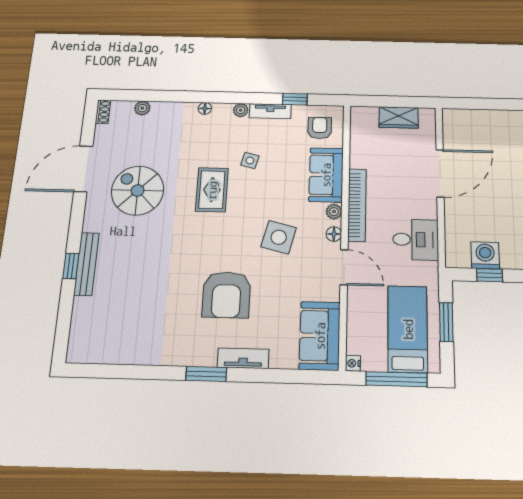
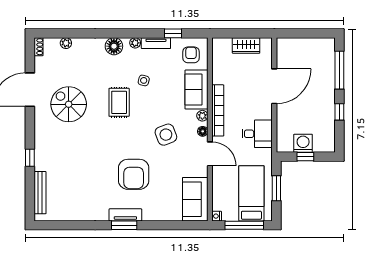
floor lamp: (205, 108) -> (114, 46), width x1.89, depth x1.89
side table: (279, 237) -> (166, 135), turned -35
bench: (86, 264) -> (40, 193), moved
tv unit: (243, 358) -> (125, 215), moved

